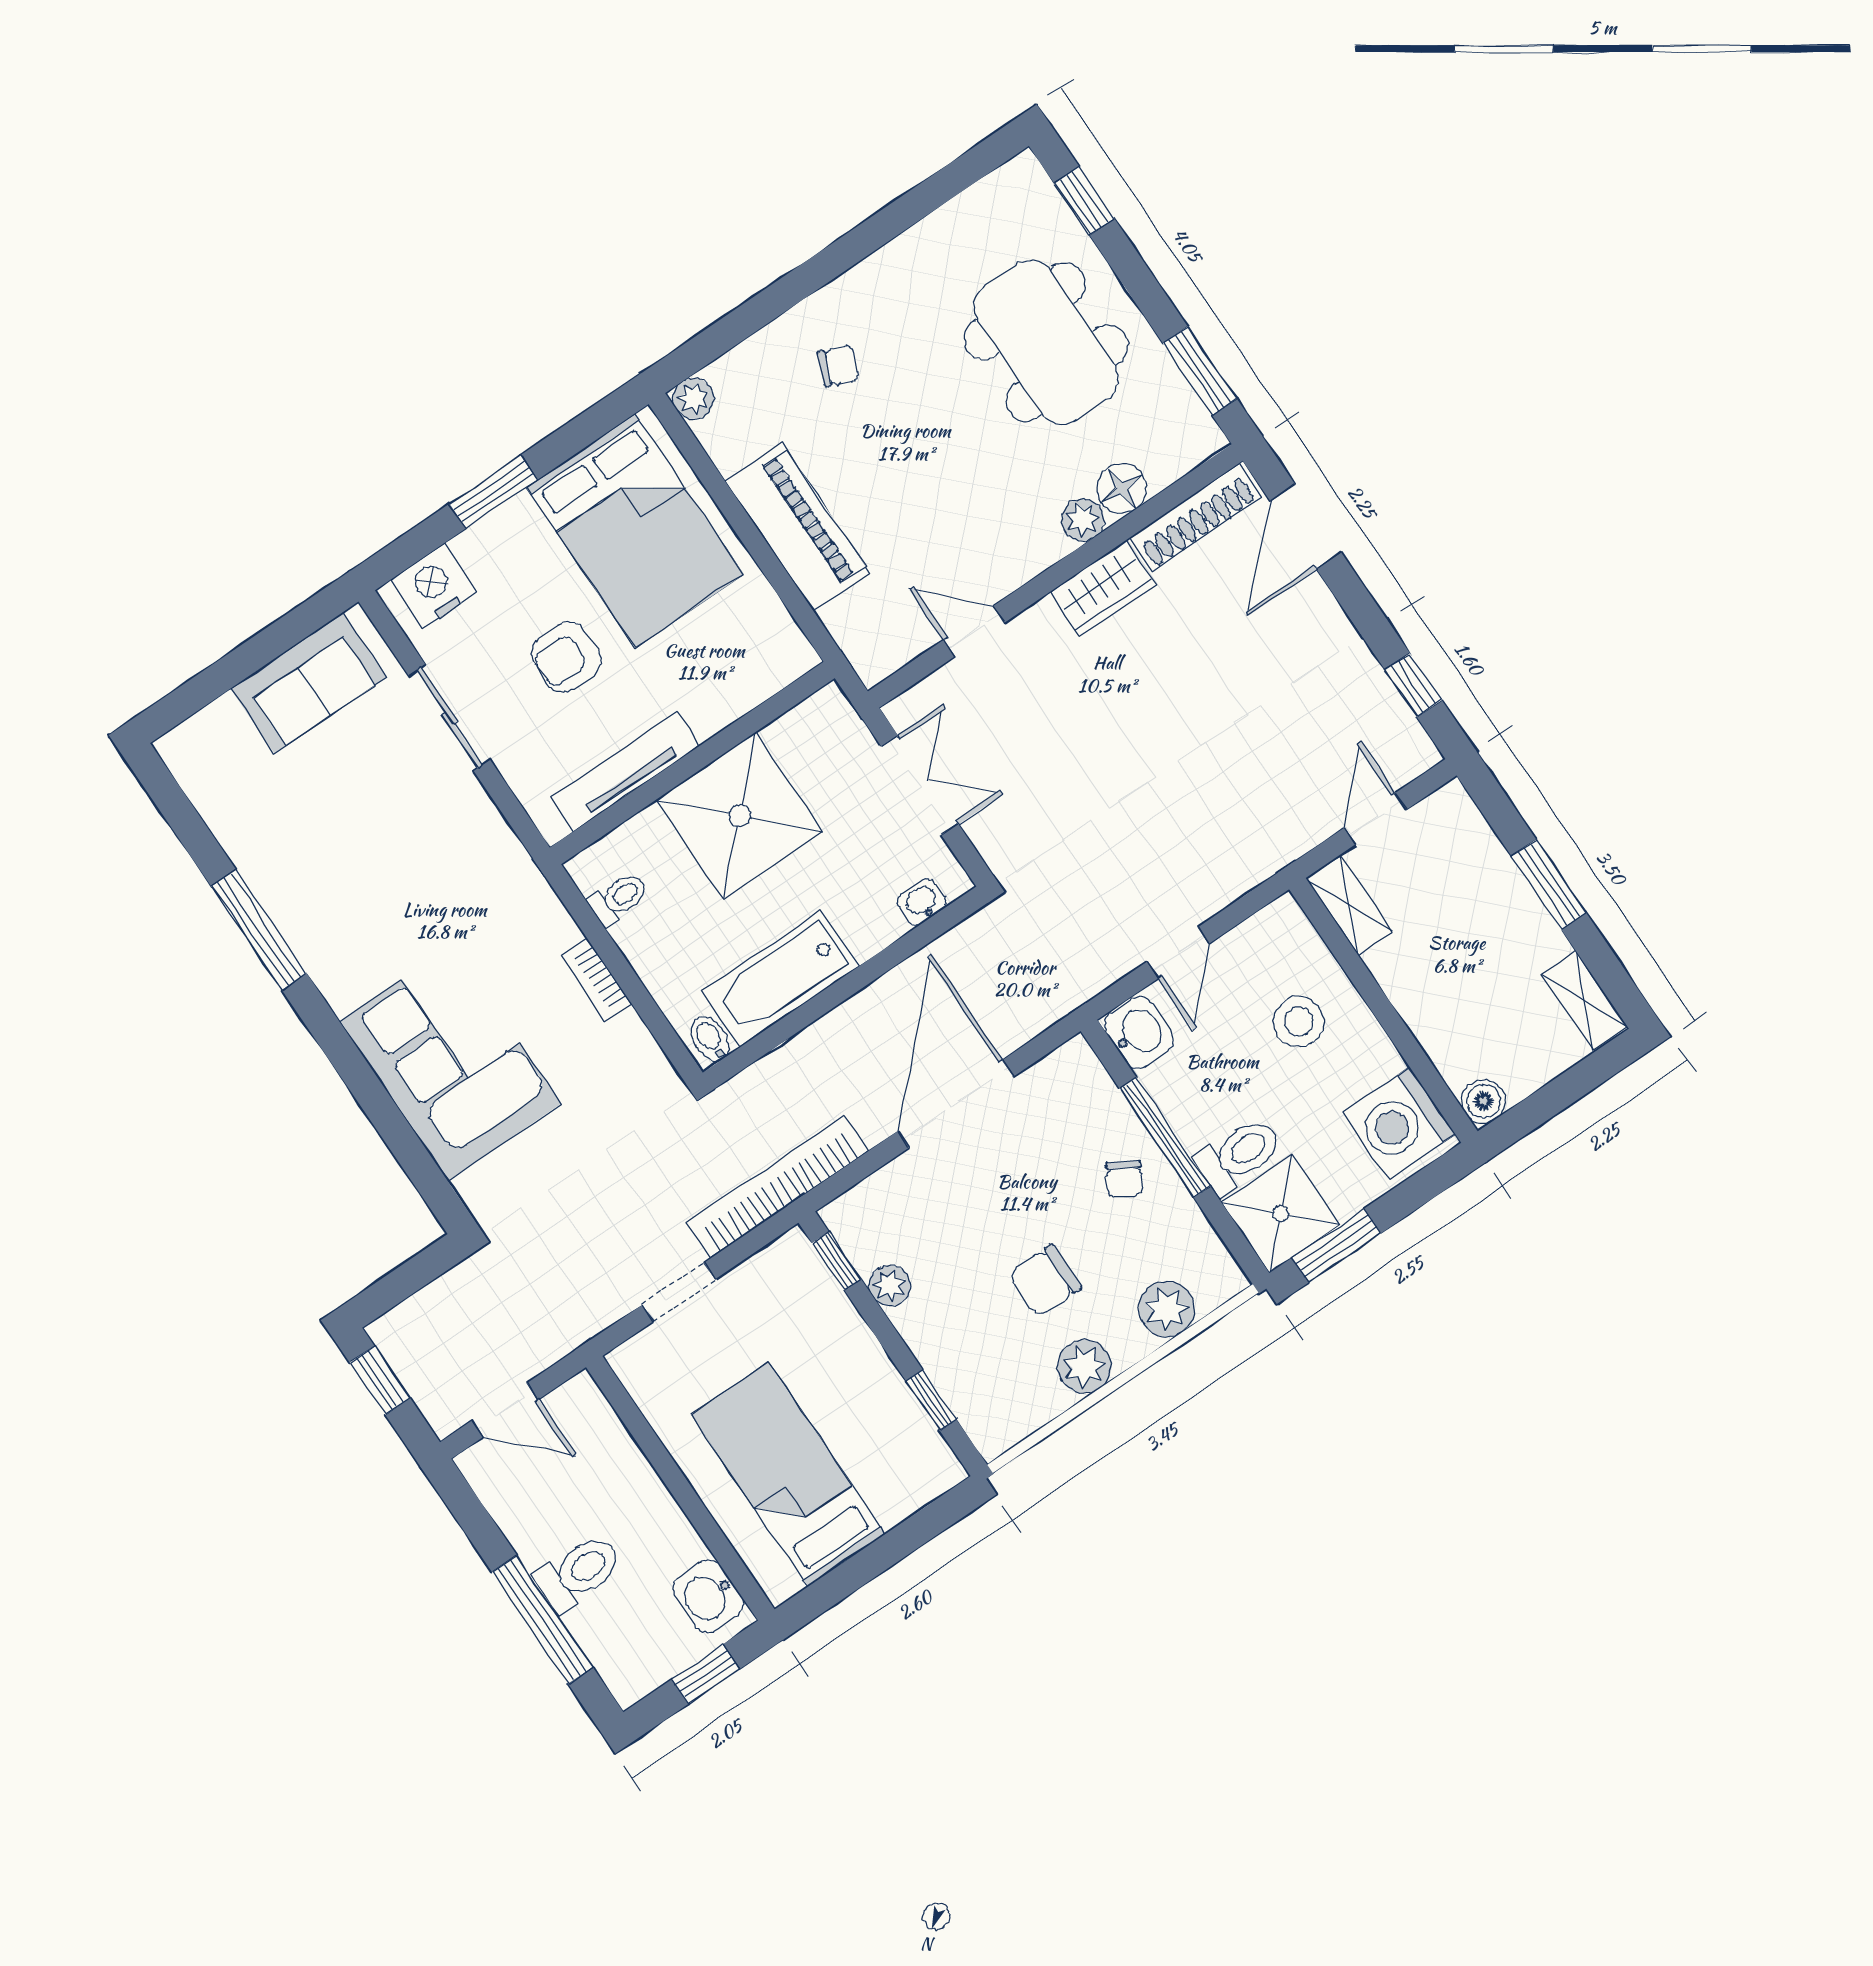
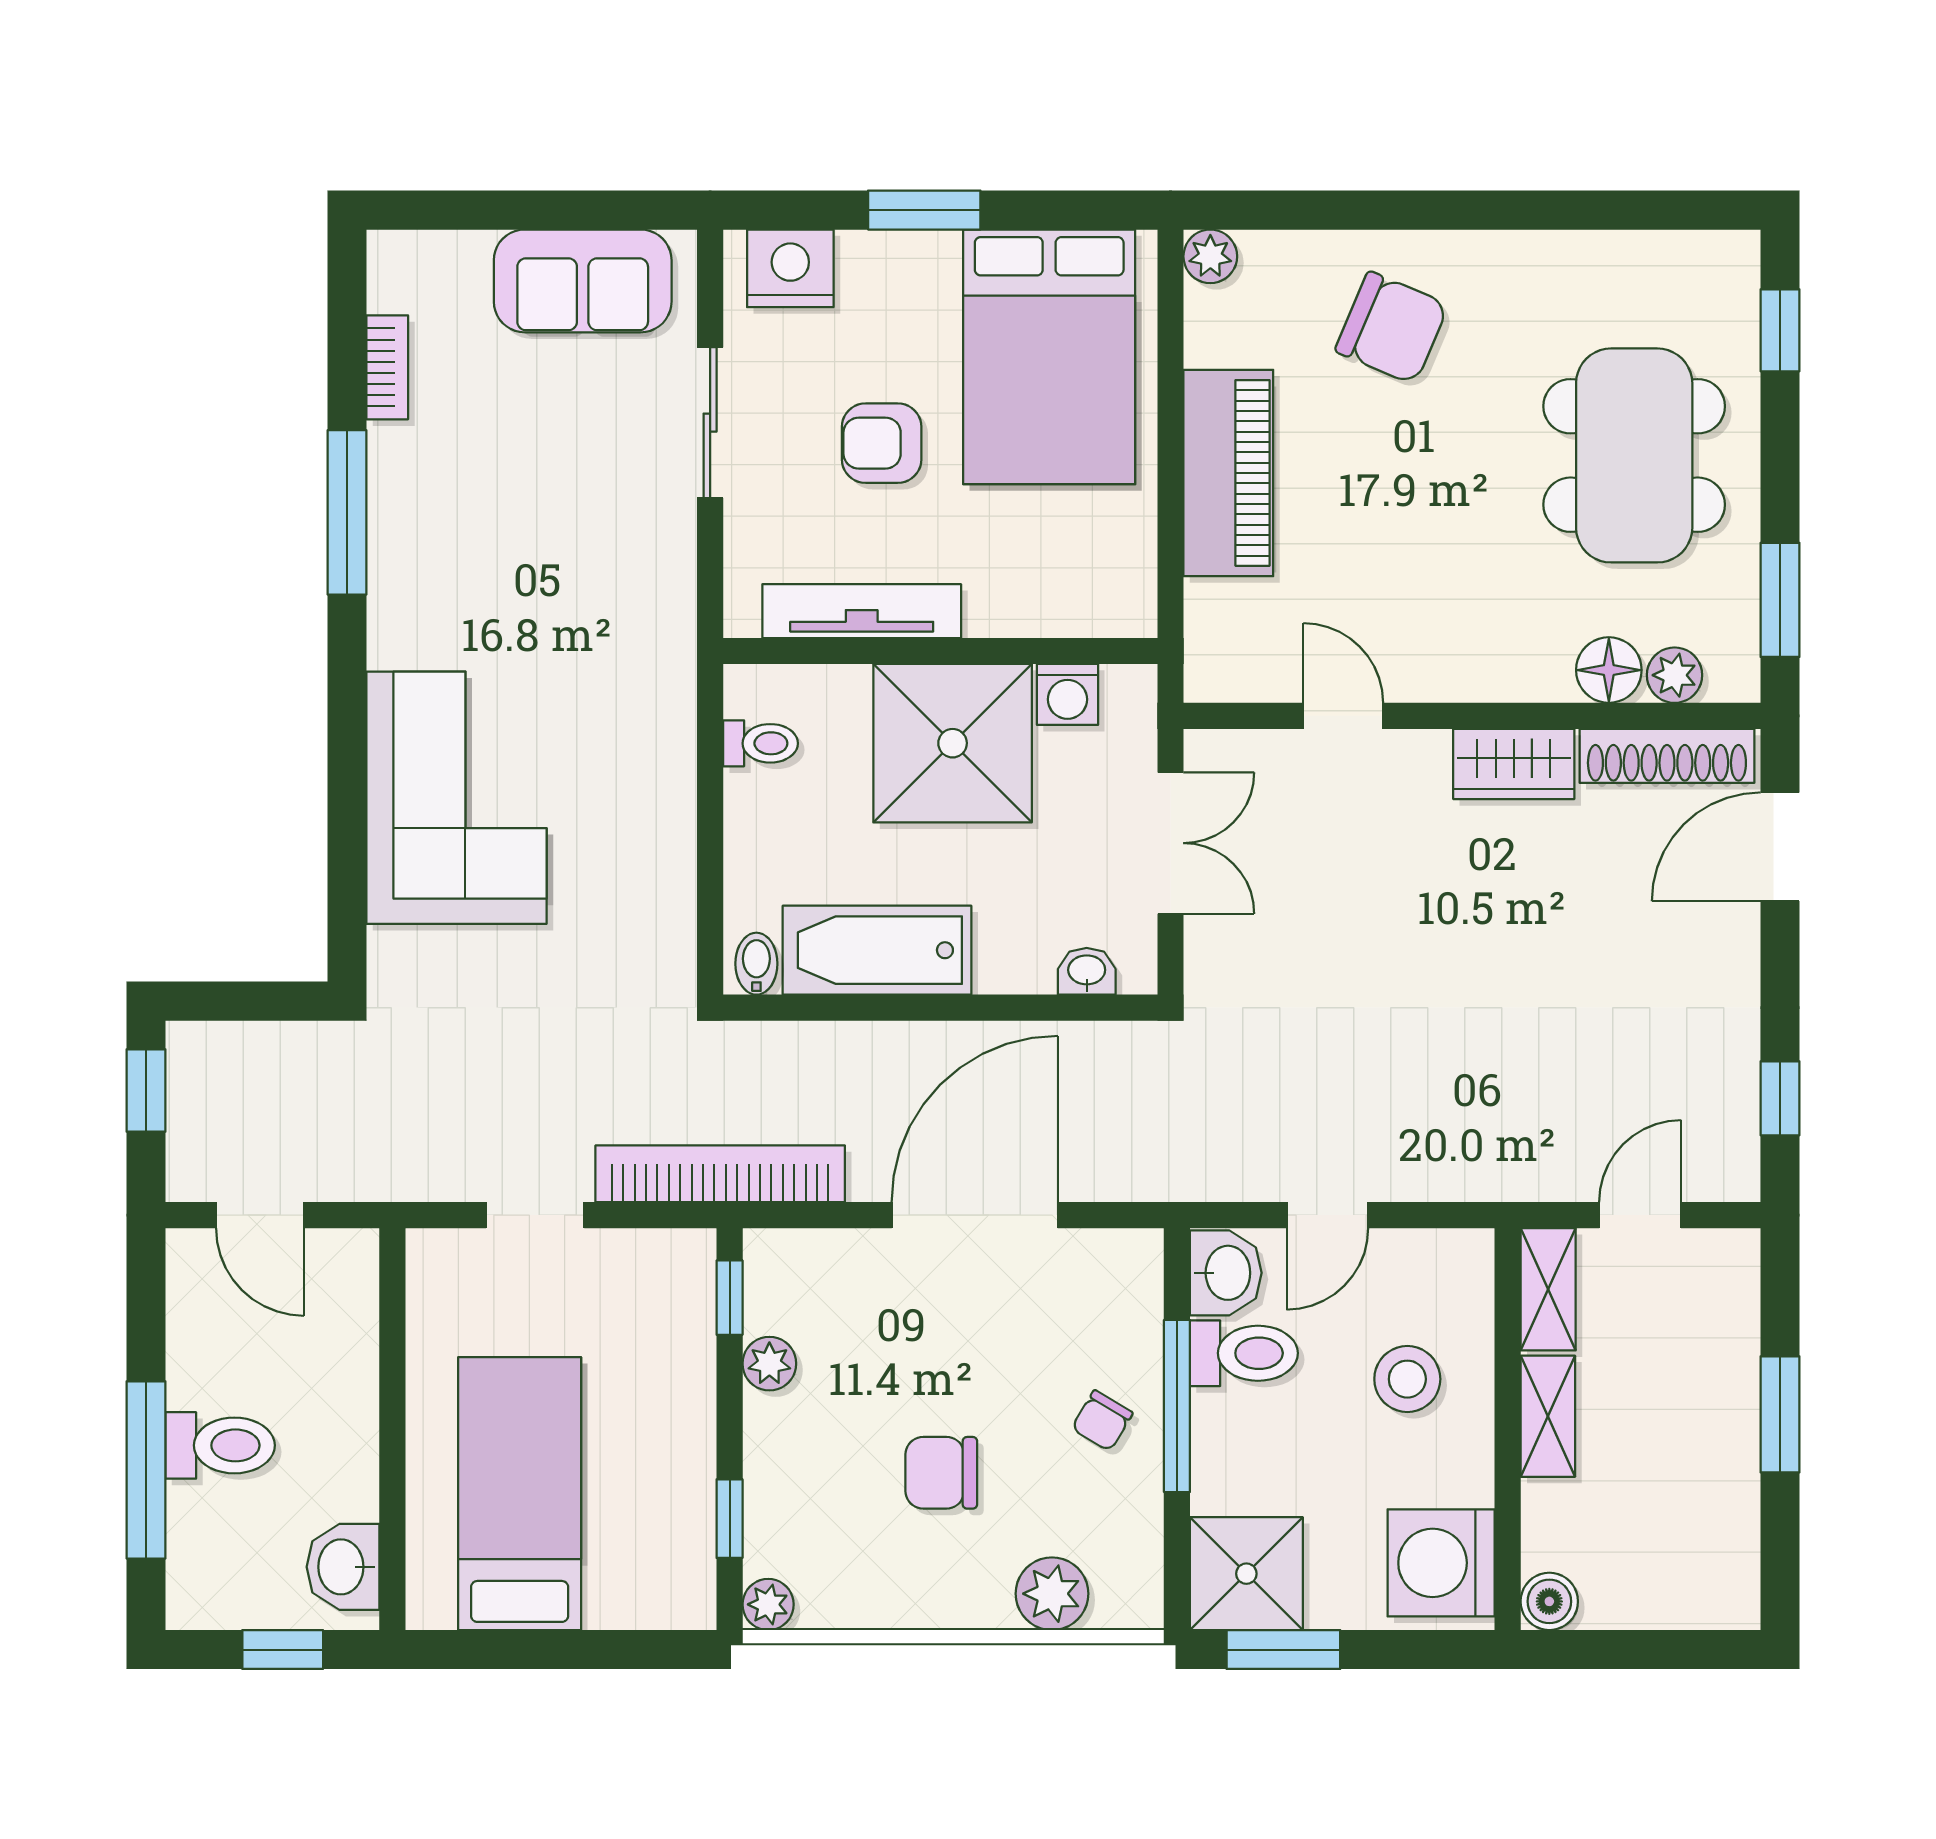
chair: (838, 366) -> (1392, 328), width x1.87, depth x1.87
plant: (1083, 520) -> (1675, 675), moved
washing machine: (791, 736) -> (1067, 694), added
bookcase: (596, 979) -> (387, 367), moved, turned 180
shelving: (1585, 1000) -> (1548, 1416), moved
toilet: (1239, 1155) -> (1244, 1353), moved
plant: (1084, 1366) -> (768, 1604), moved, width x0.73, depth x0.73

